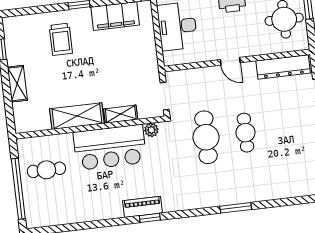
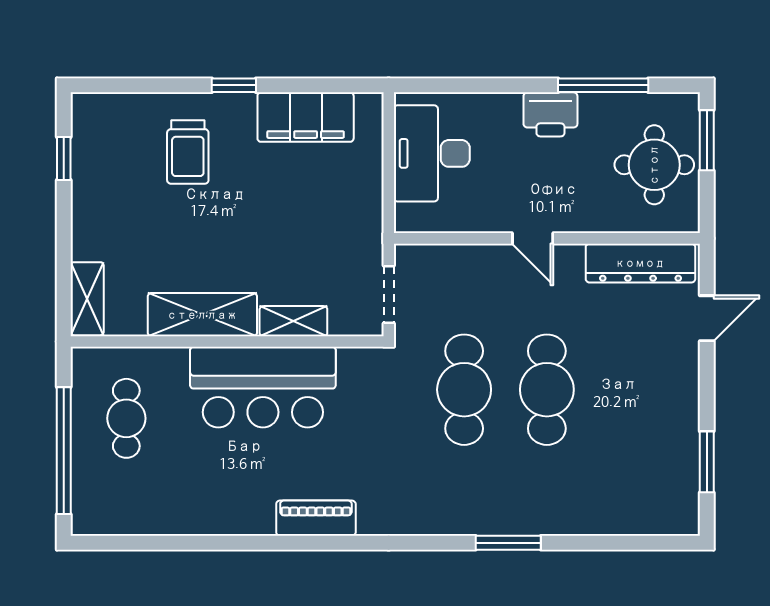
shelving: (17, 84) -> (87, 299), moved
plant: (151, 130) -> (353, 361), removed
cafe table: (245, 133) -> (547, 390), width x1.37, depth x1.35
cafe table: (46, 170) -> (126, 418), turned 90
window: (150, 218) -> (328, 543), removed

